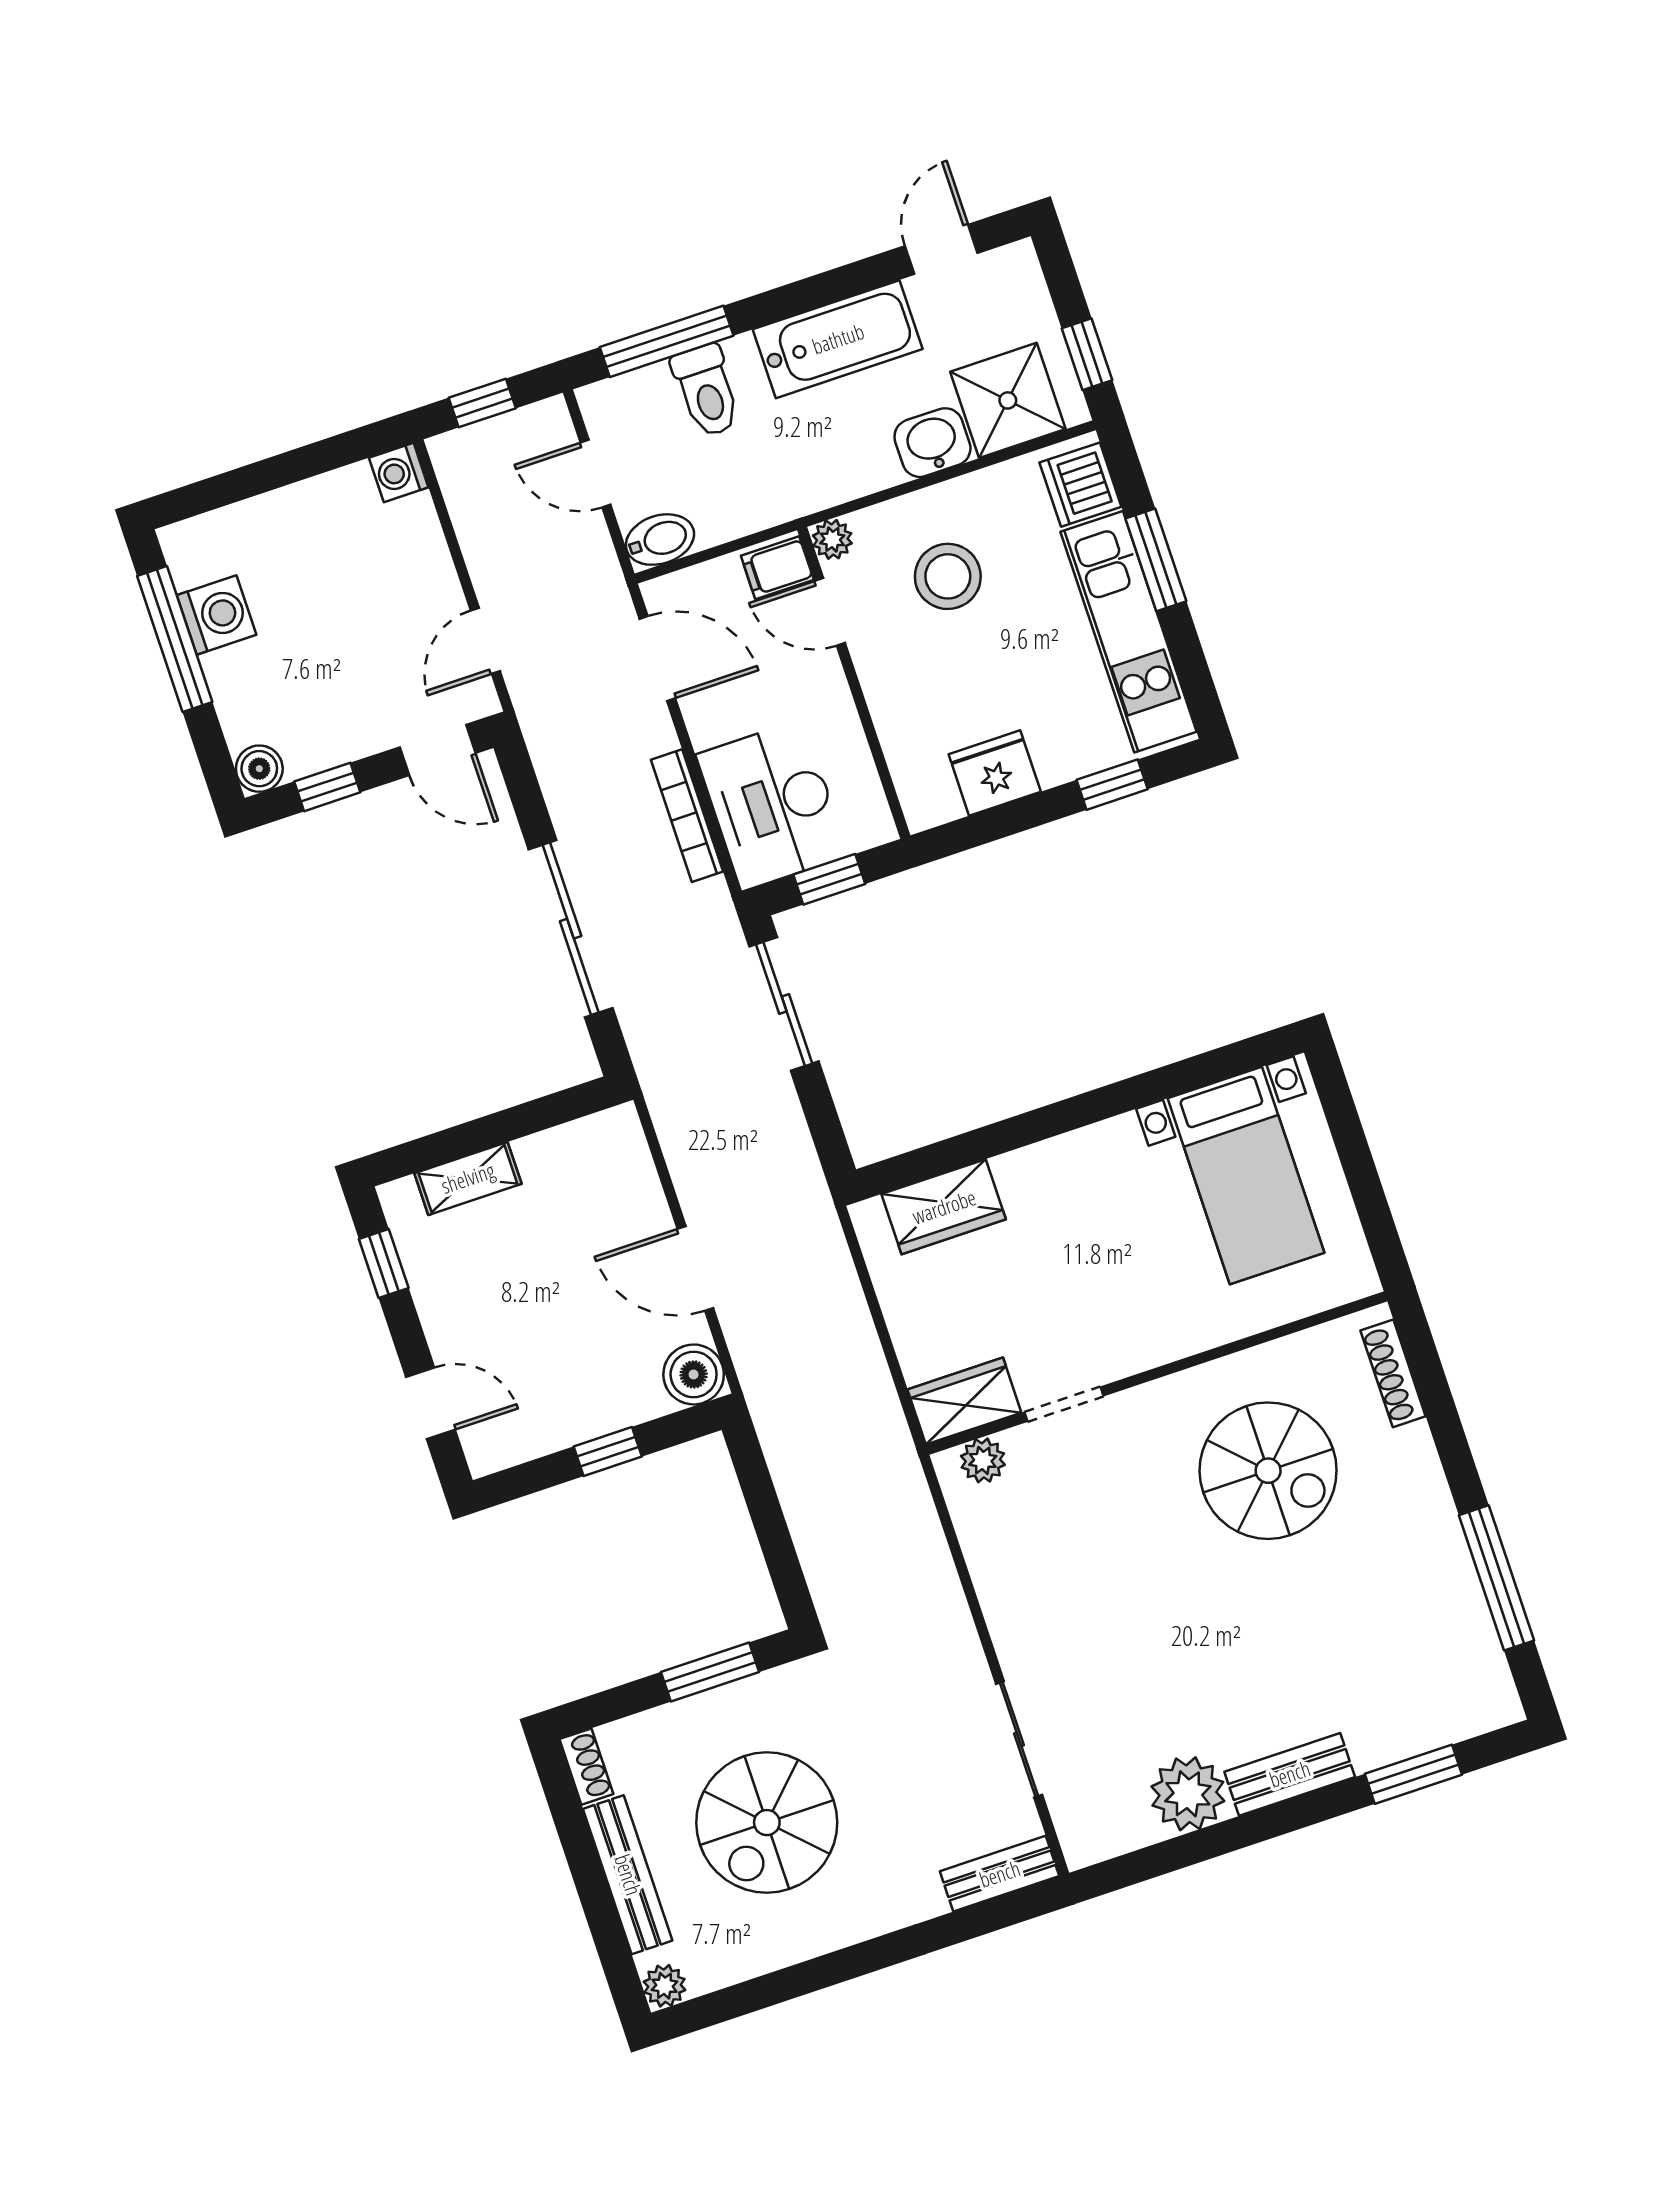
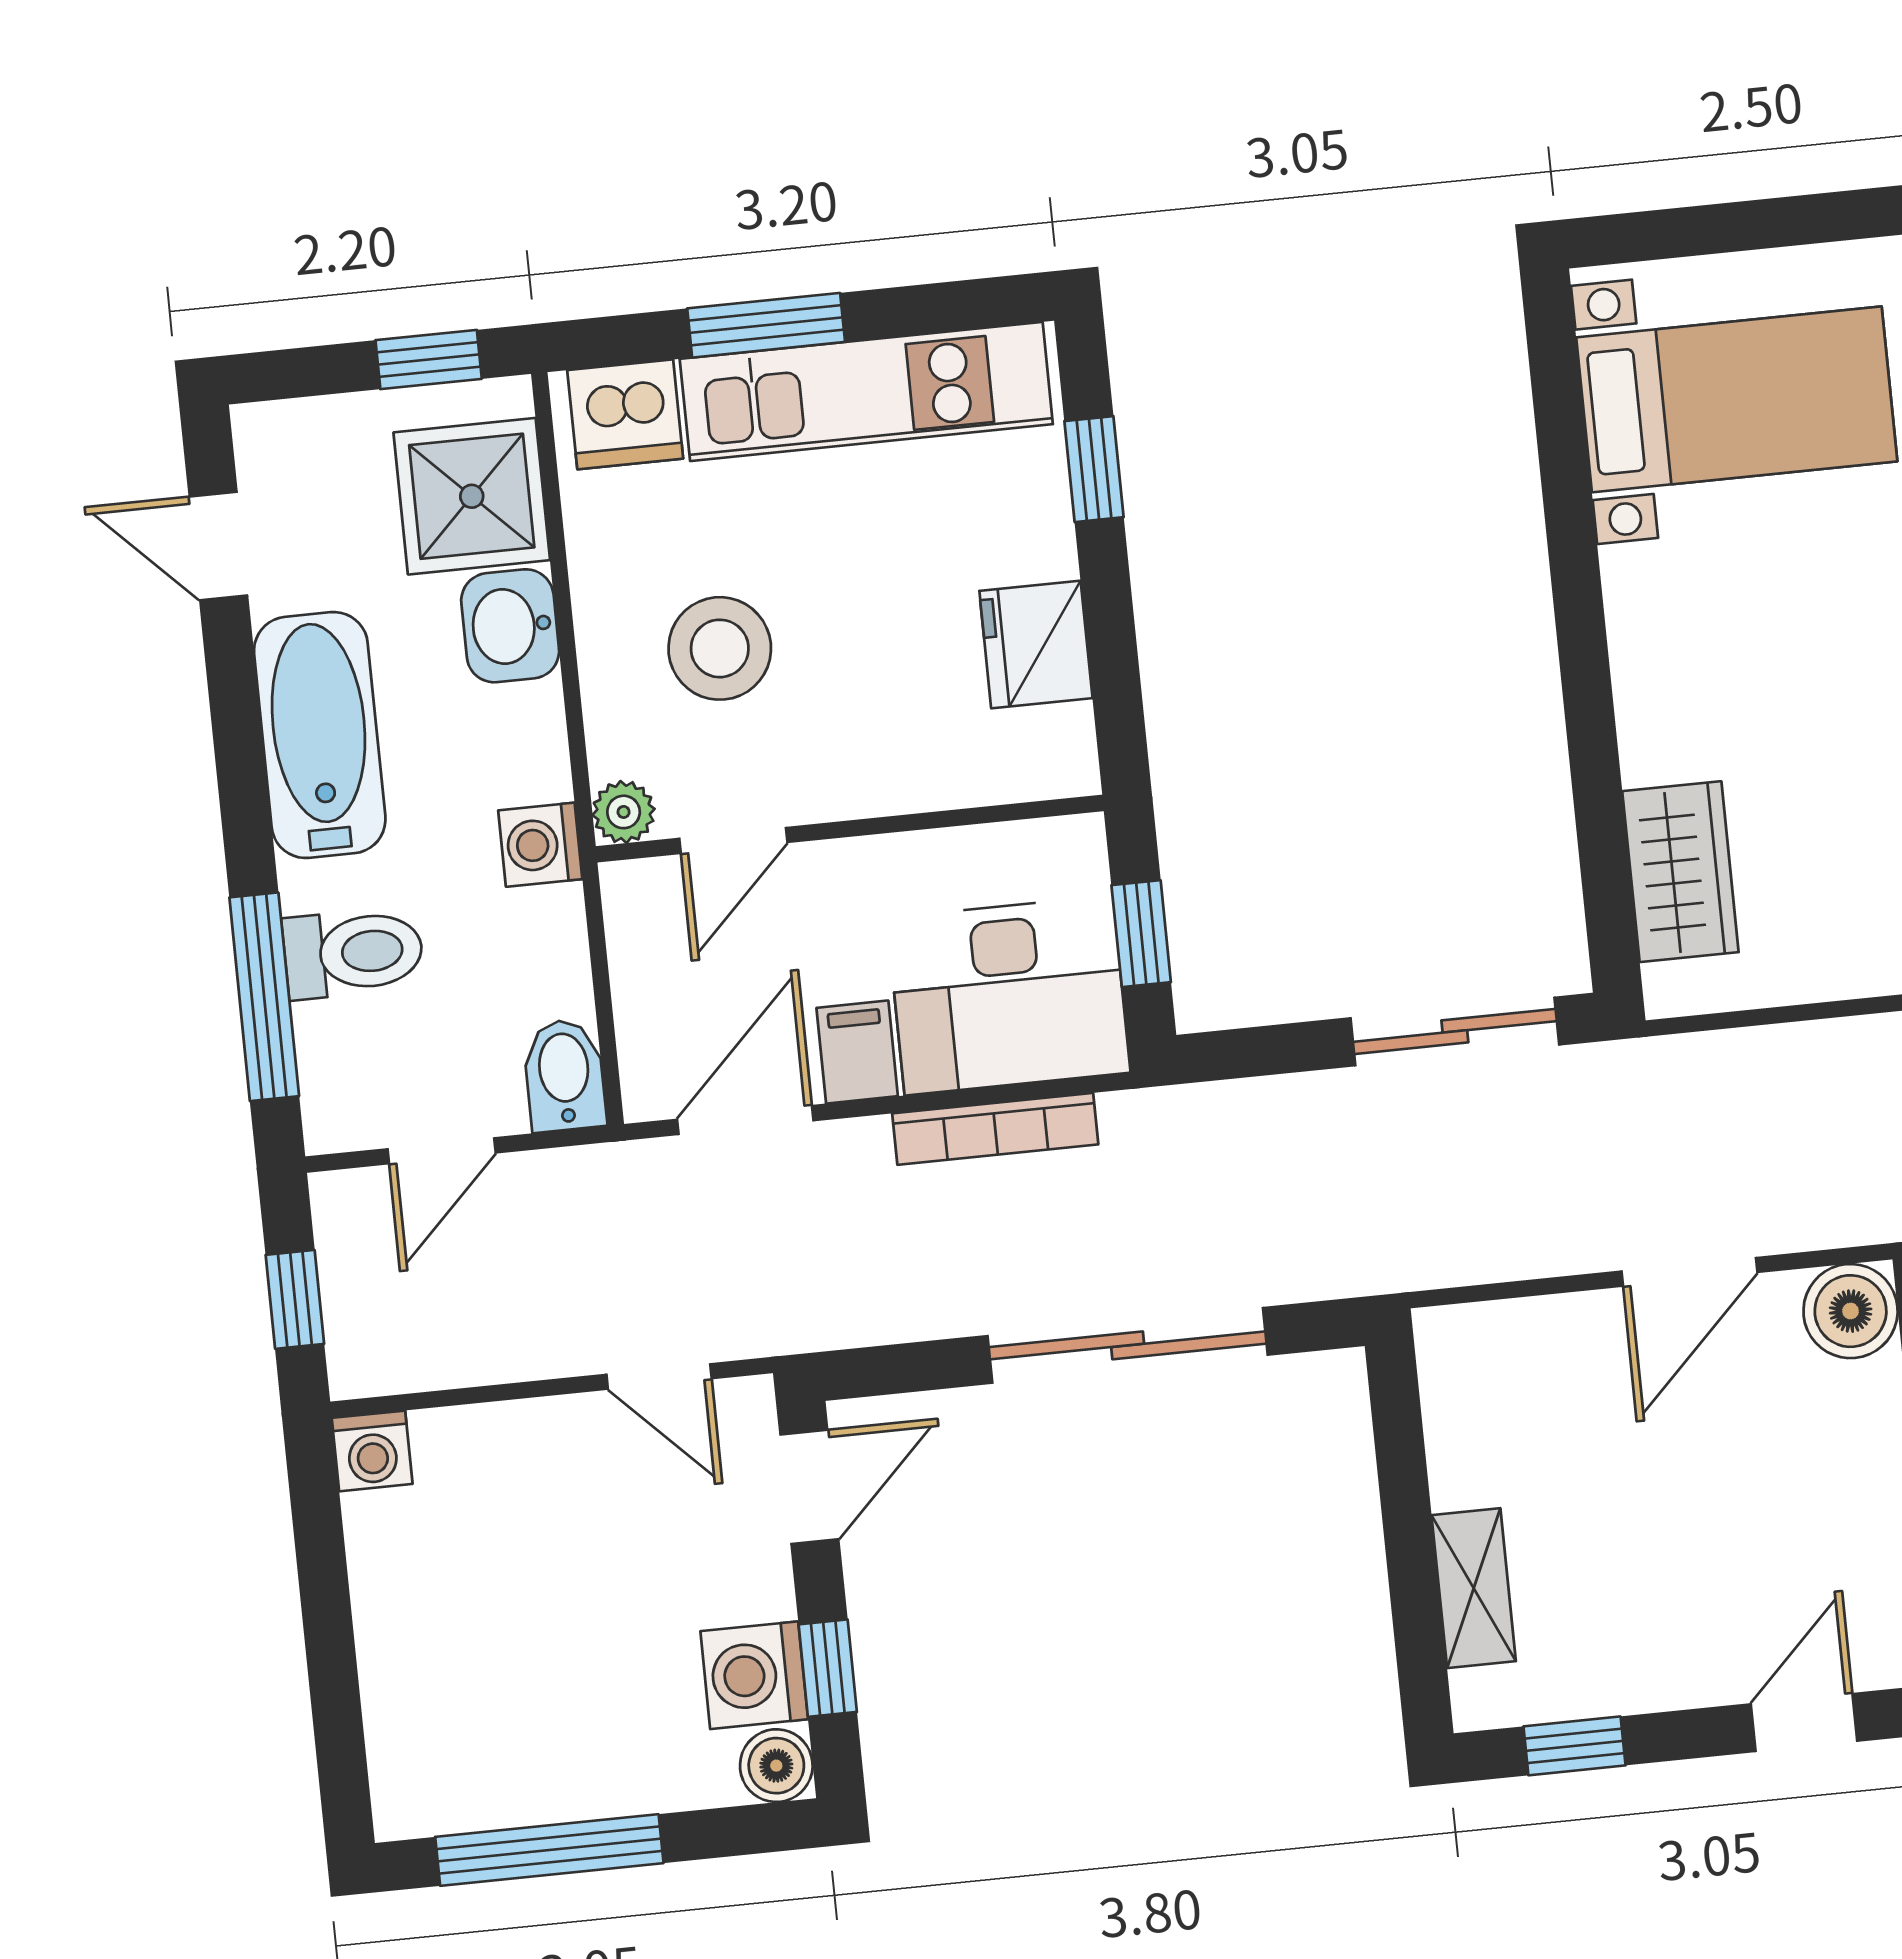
washing machine: (800, 492) -> (540, 845), added
filing cabinet: (777, 568) -> (857, 1052), moved, turned 180
washing machine: (217, 615) -> (754, 1675), moved, turned -90
sliding door: (784, 1004) -> (1455, 1031), moved

